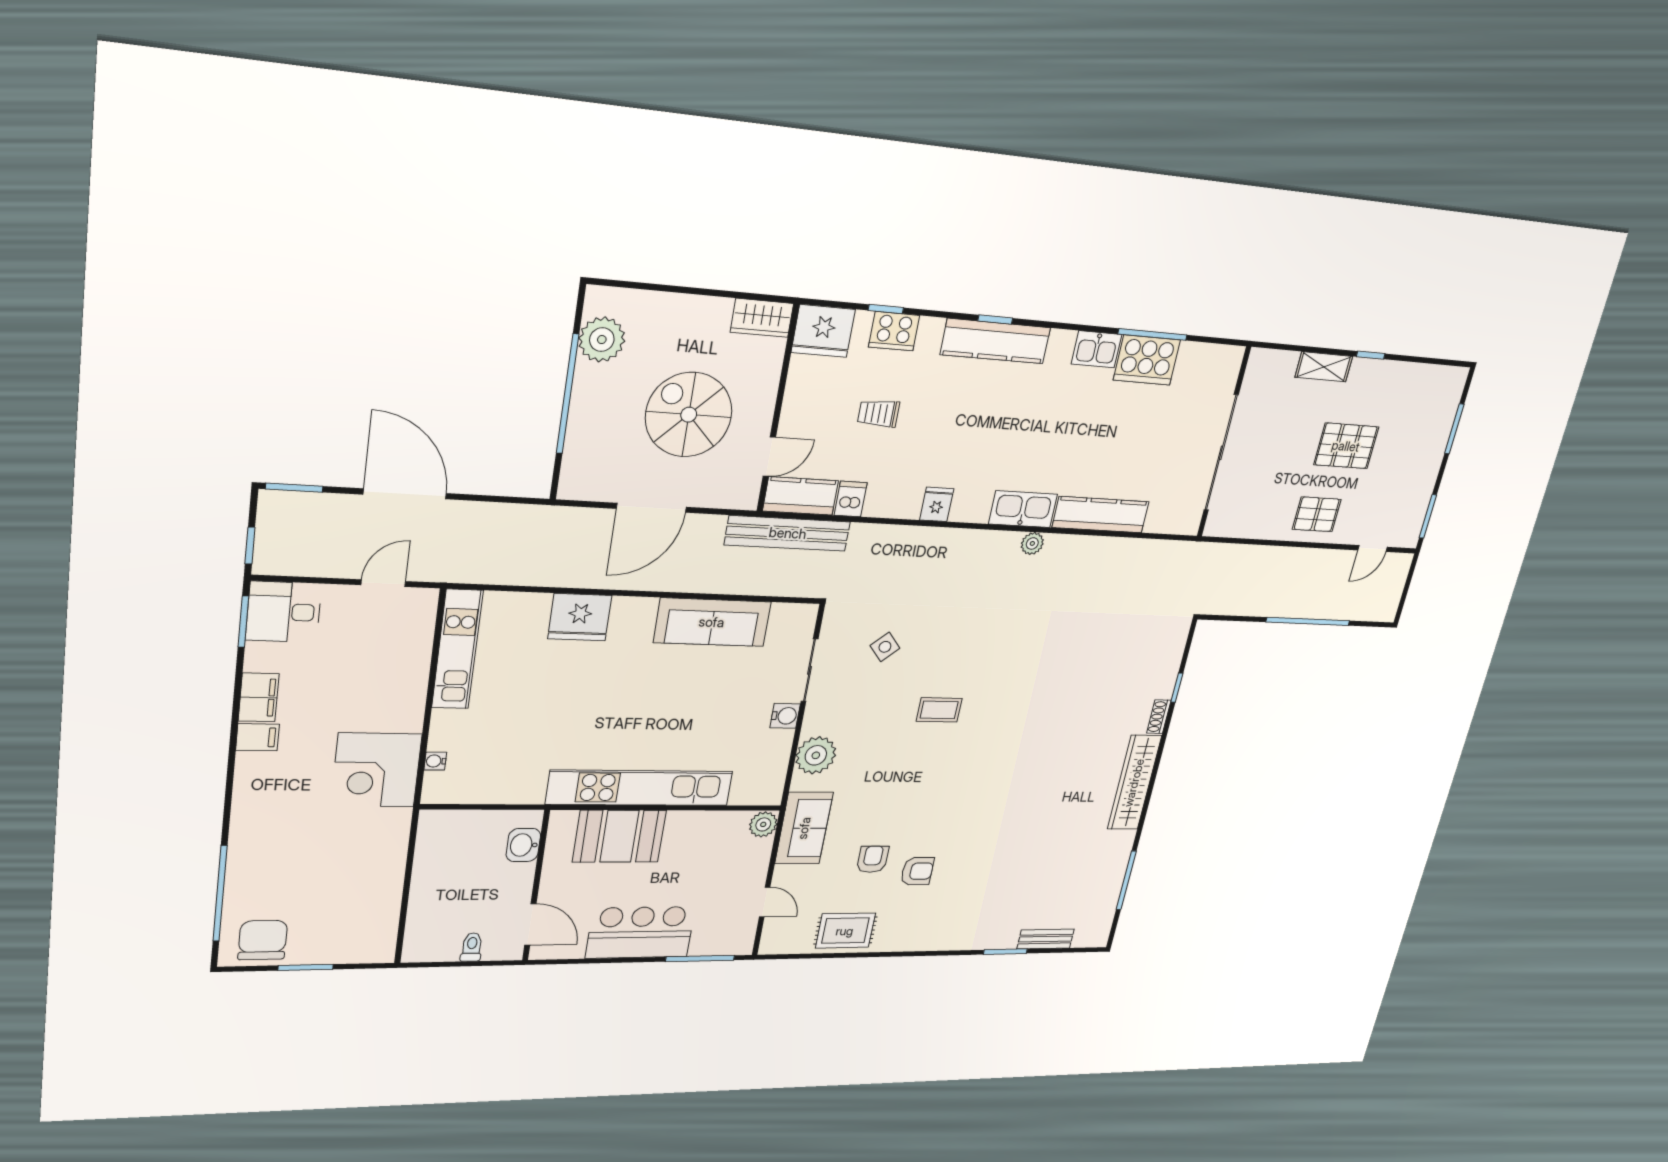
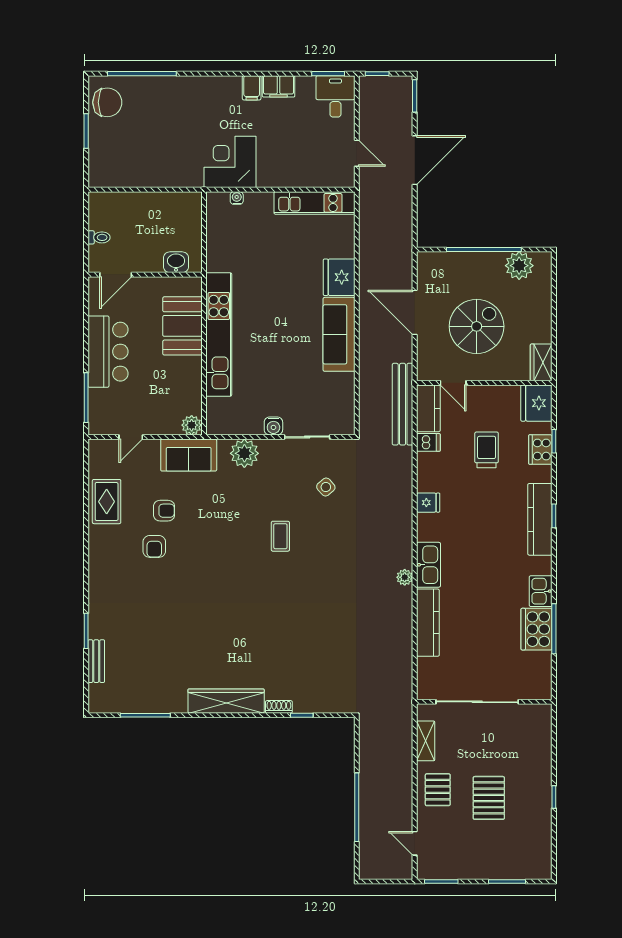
shelving: (1324, 367) -> (426, 741), moved
trolley: (879, 413) -> (487, 450), width x1.36, depth x1.39
sofa: (712, 622) -> (339, 334), moved

